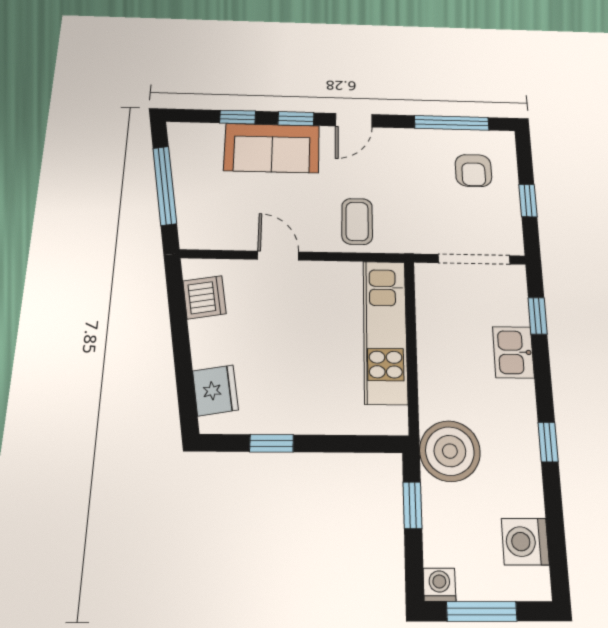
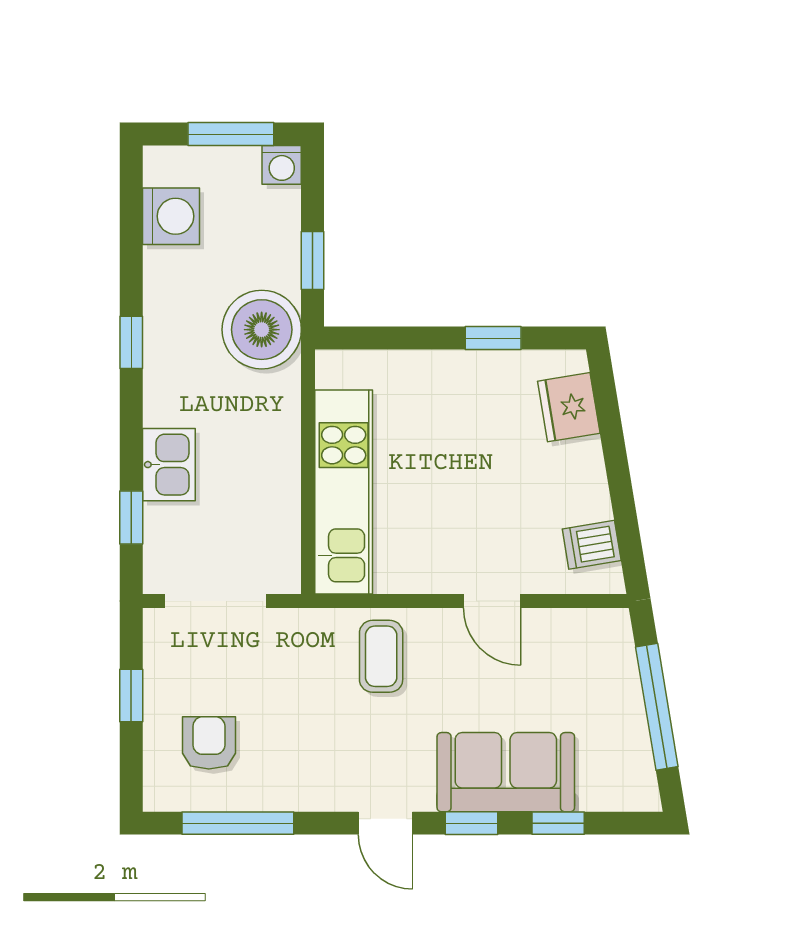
door: (354, 120) -> (385, 823), swing flipped
dishwasher: (204, 297) -> (592, 545), width x0.73

